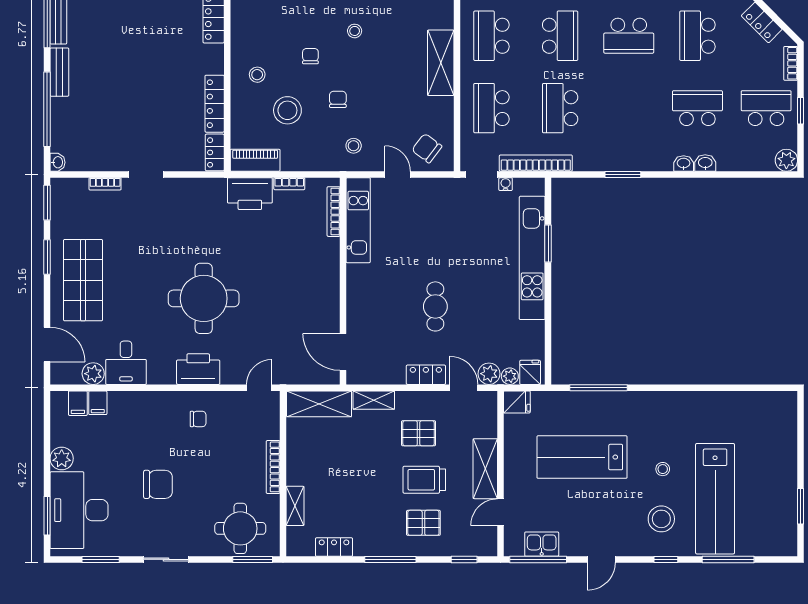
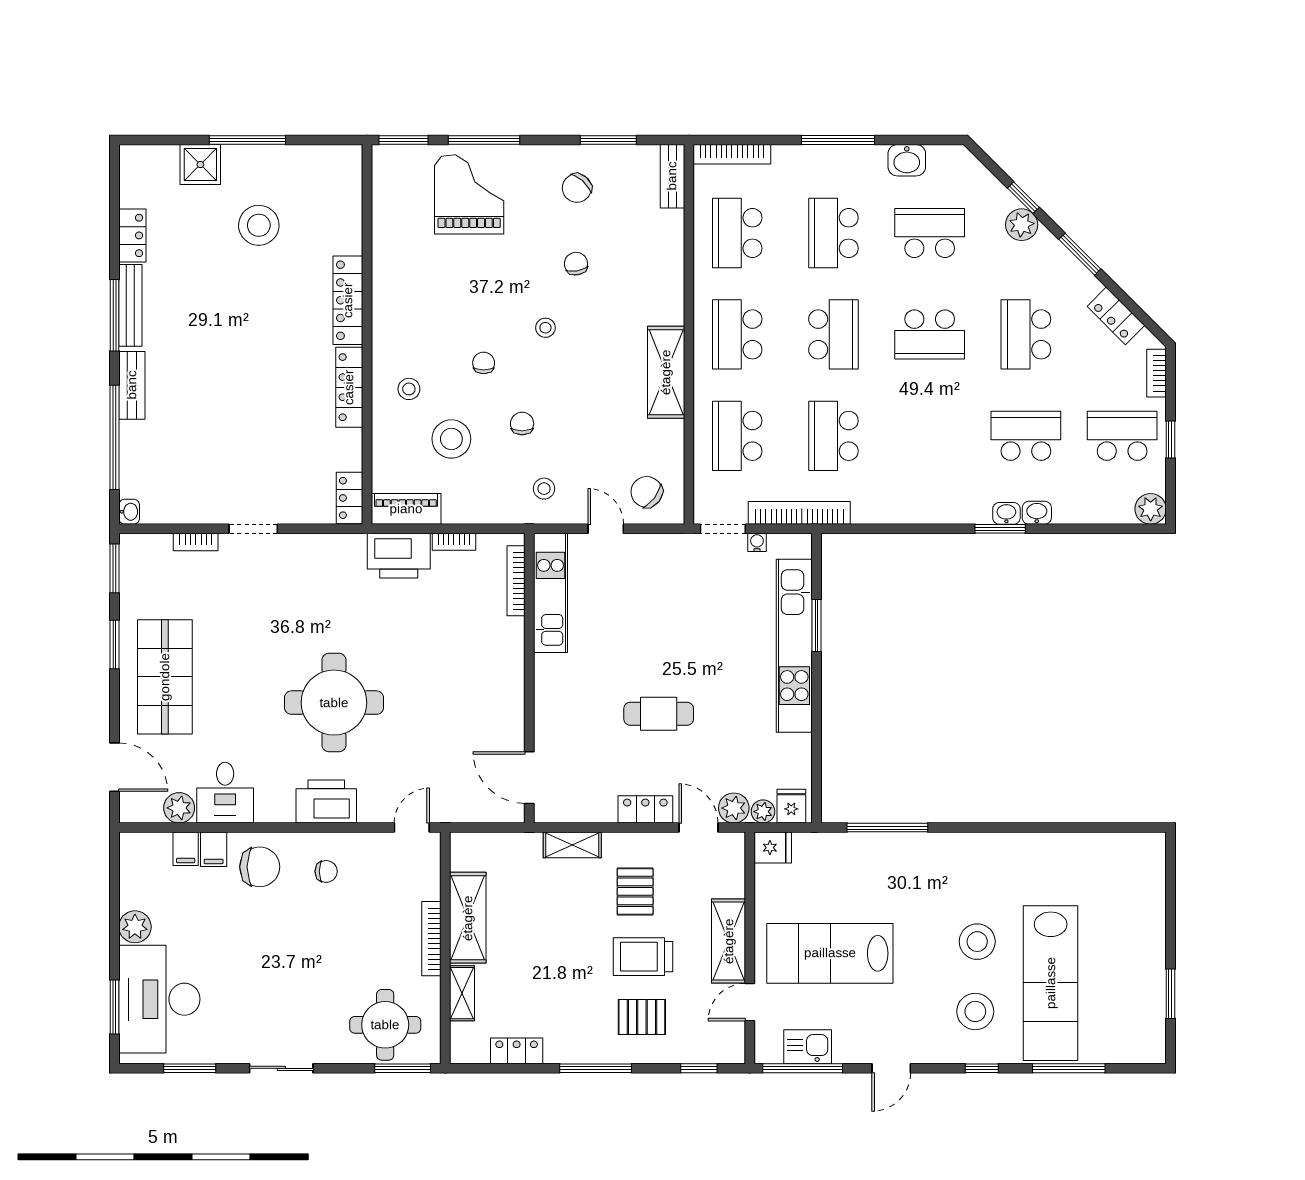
locker: (215, 104) -> (349, 387), moved
window: (623, 174) -> (1000, 529), moved
cafe table: (435, 306) -> (659, 714), turned 90
filing cabinet: (78, 403) -> (214, 849), moved
shelving: (319, 404) -> (468, 918), moved, turned 90
pallet: (419, 433) -> (635, 891), turned 90
lab bench: (582, 457) -> (830, 953), moved
stool: (663, 469) -> (977, 942), width x1.89, depth x1.89
chair: (158, 484) -> (260, 867), moved

